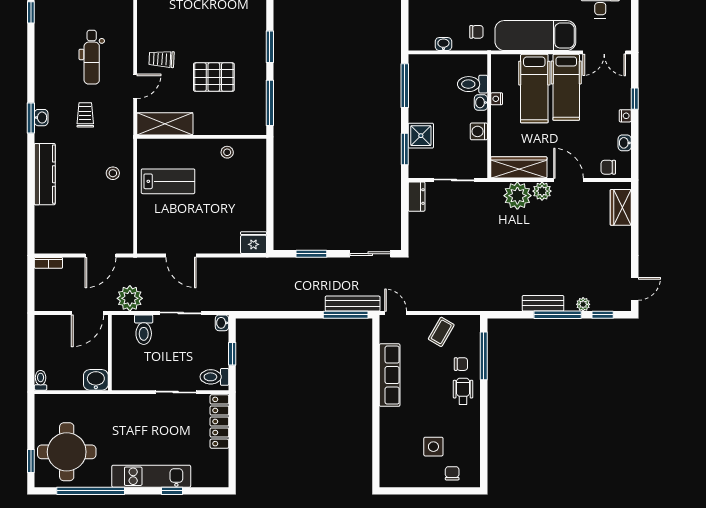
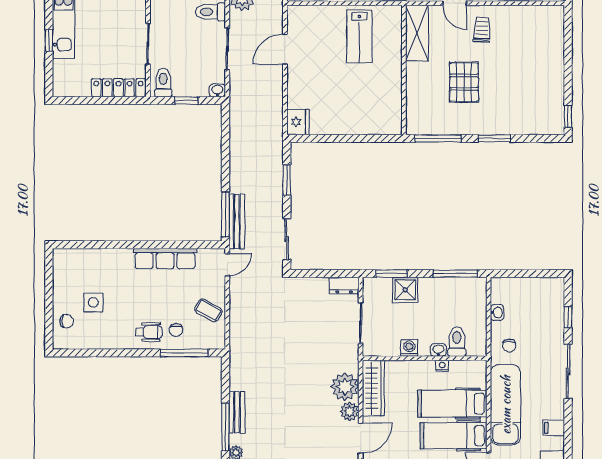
stool: (227, 152) -> (389, 96), removed

